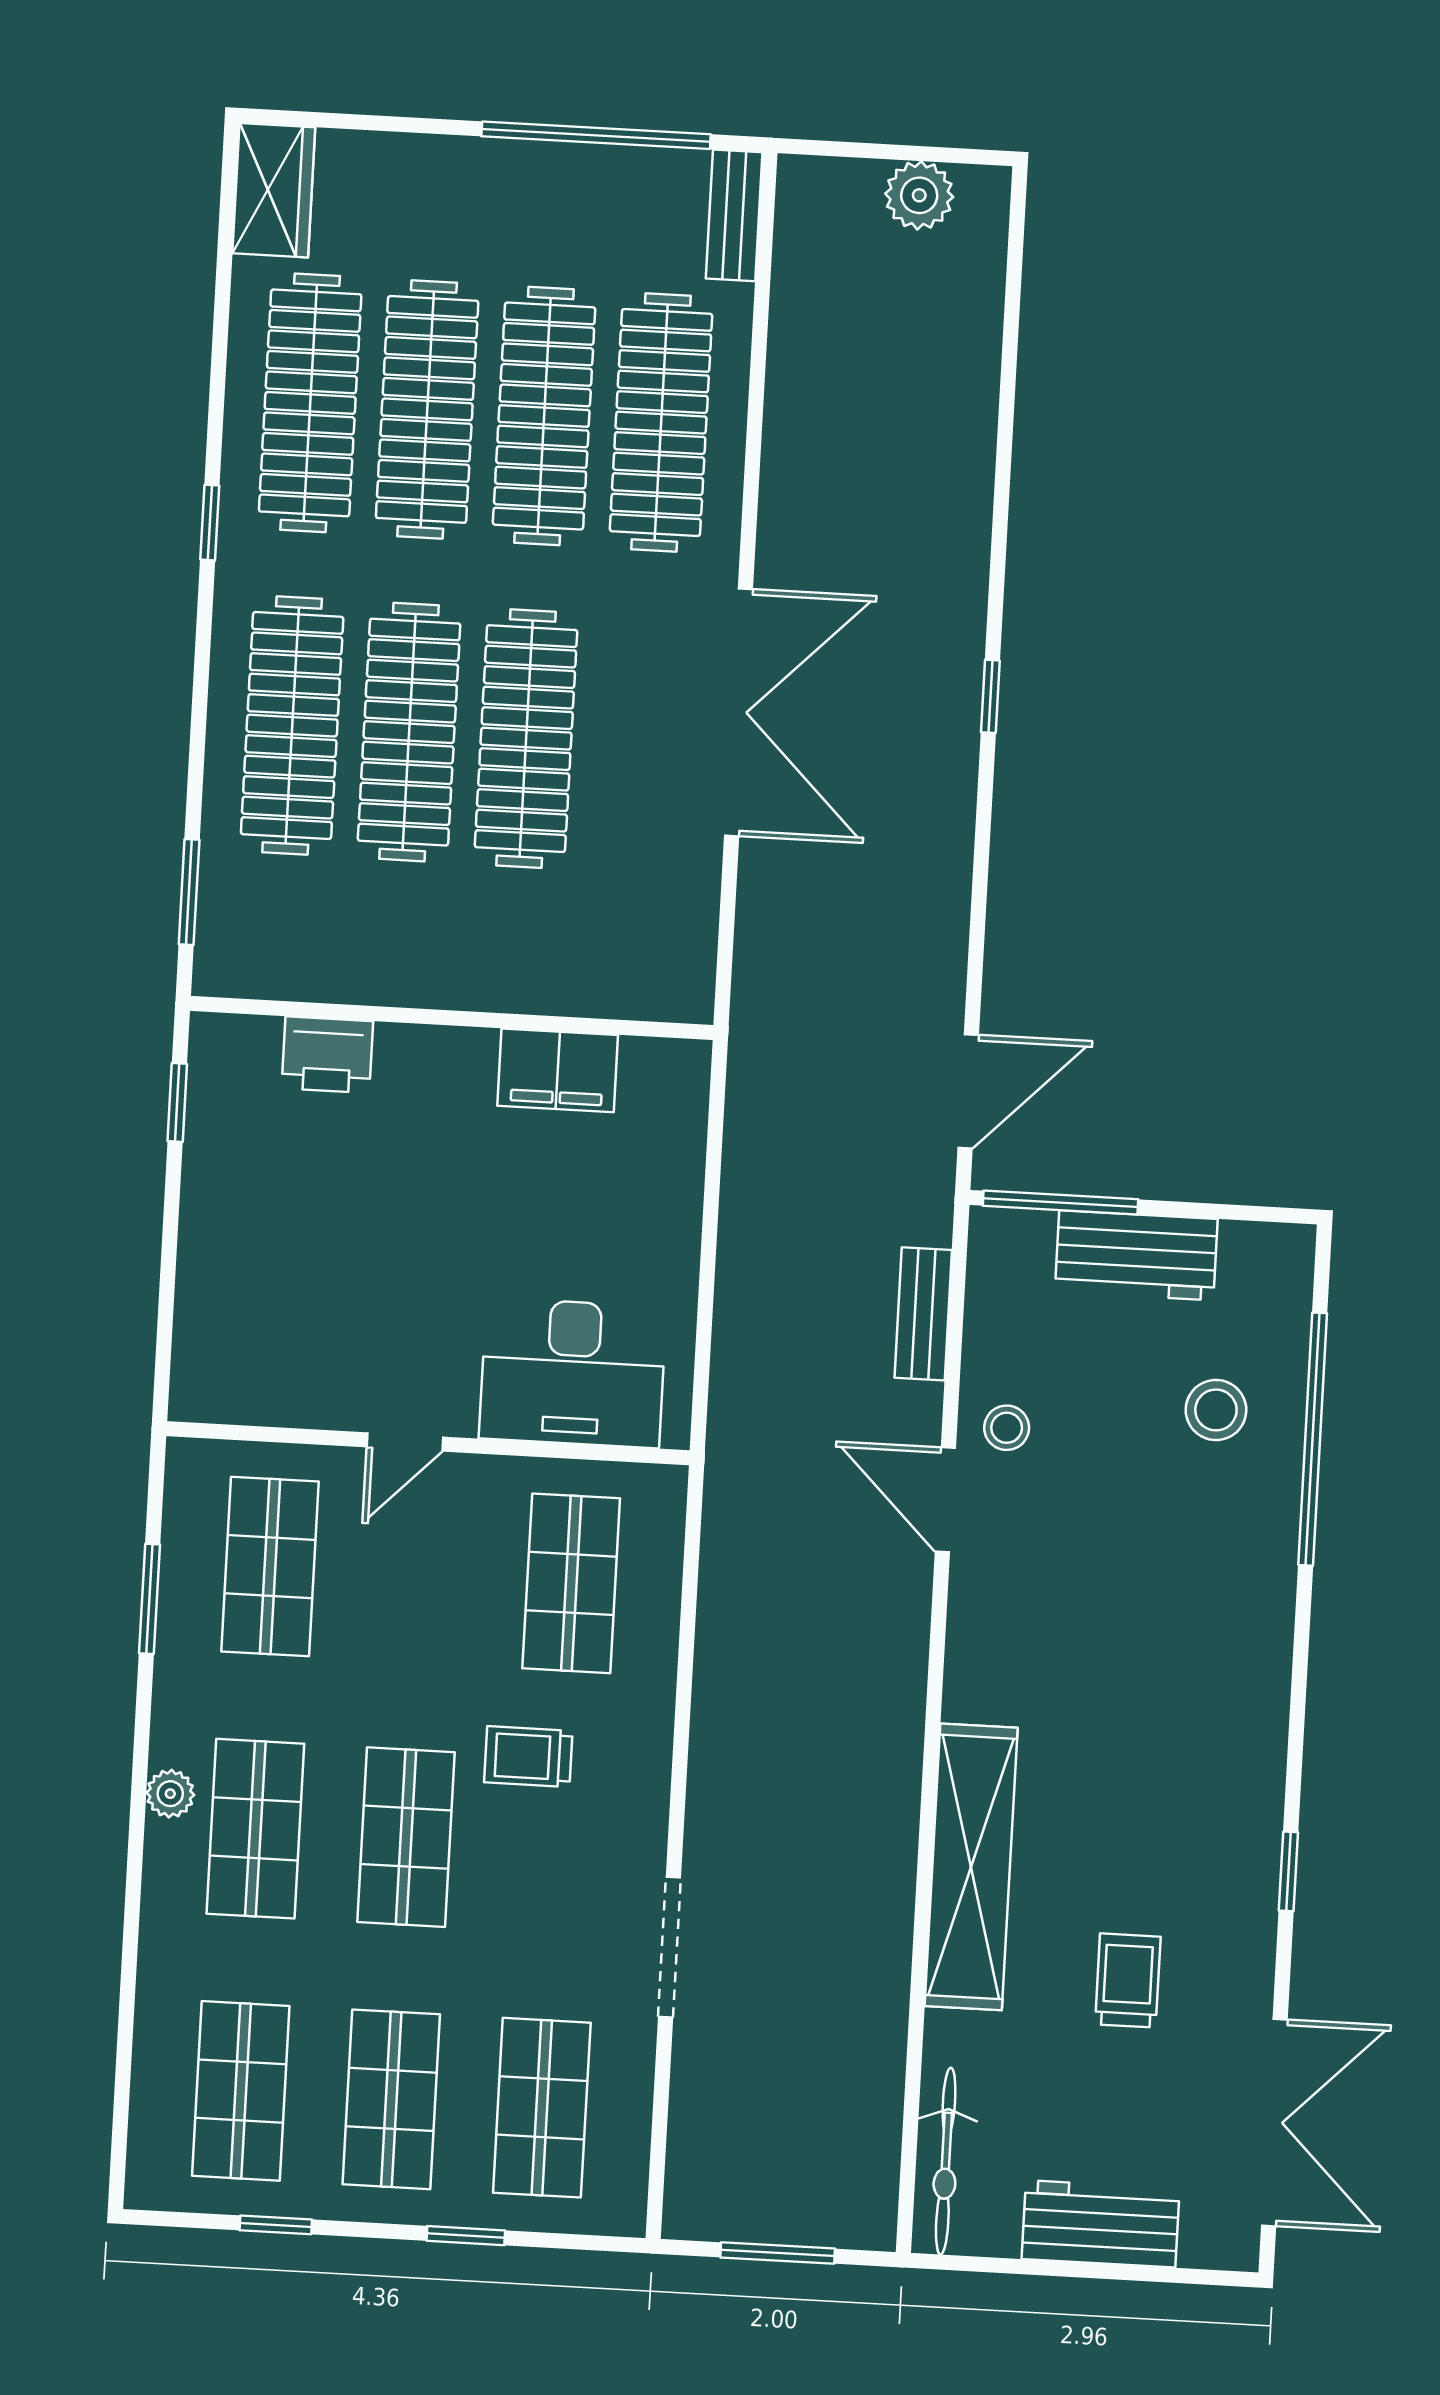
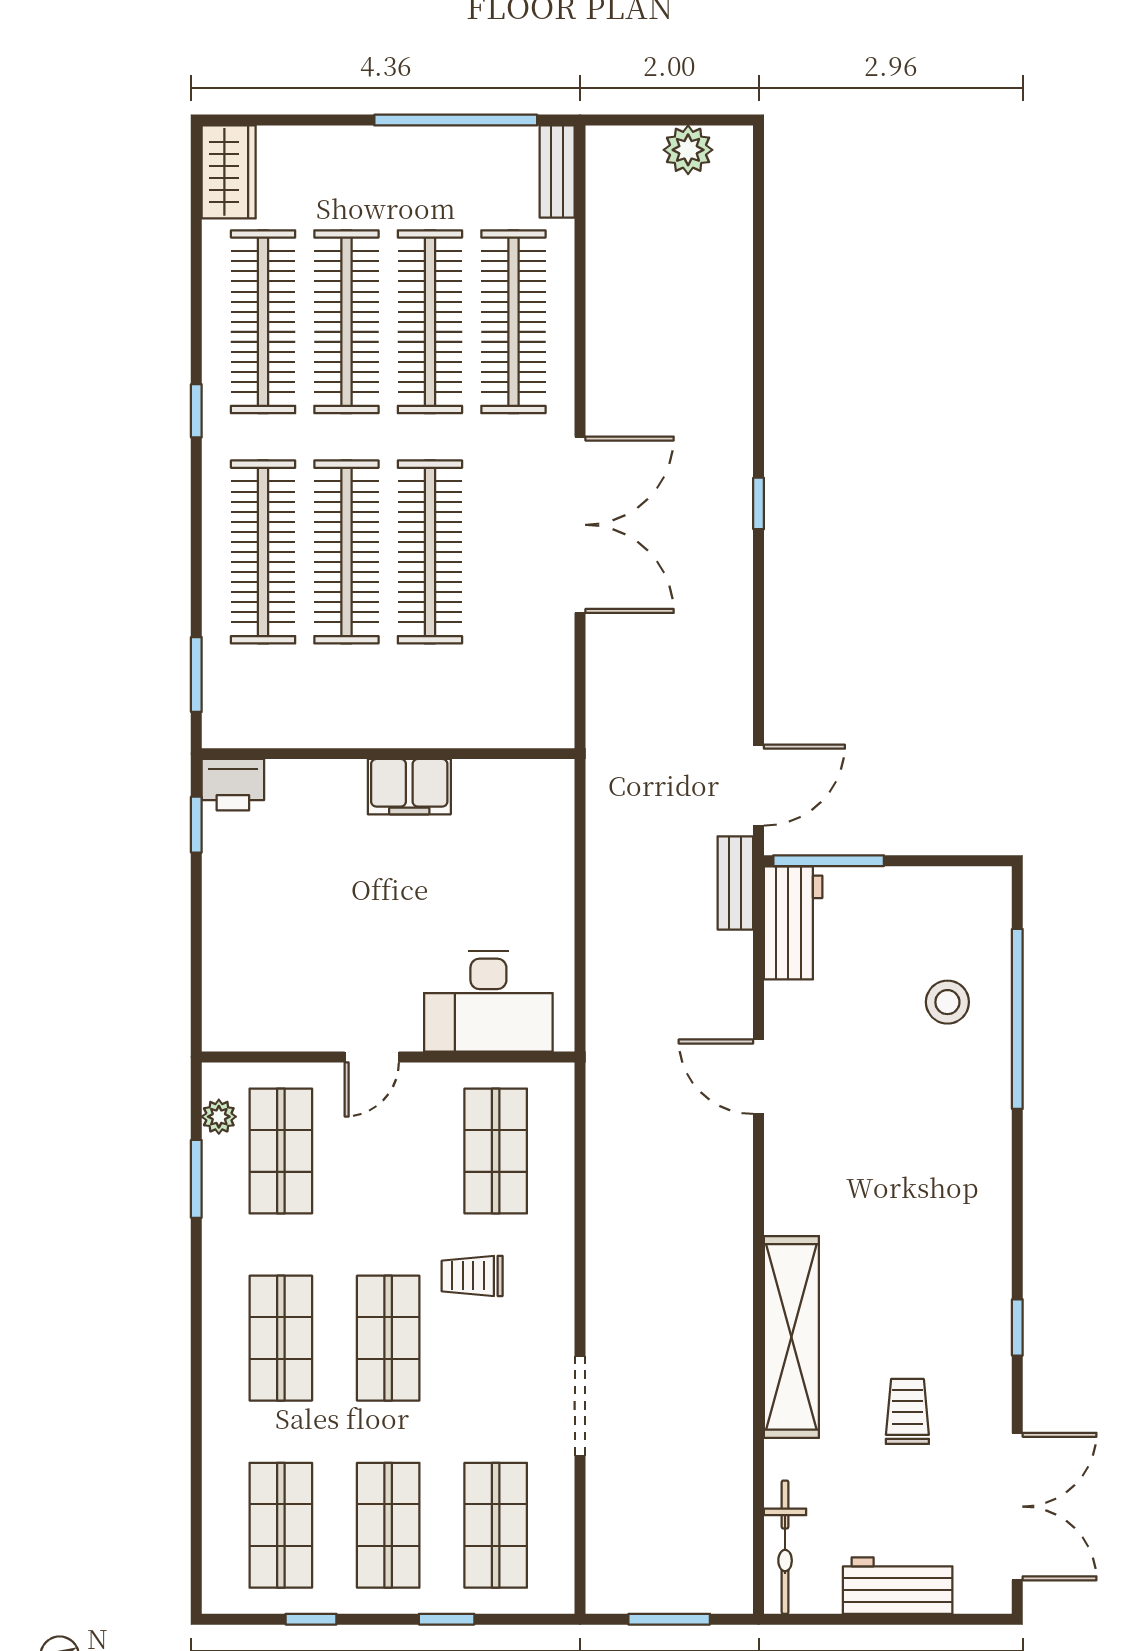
printer: (327, 1055) -> (233, 785), moved
filing cabinet: (558, 1070) -> (409, 787), moved
workbench: (1136, 1255) -> (793, 923), moved, turned -90
bench: (923, 1314) -> (735, 883), moved
stool: (1007, 1428) -> (799, 1023), removed
plant: (170, 1794) -> (219, 1117), moved

